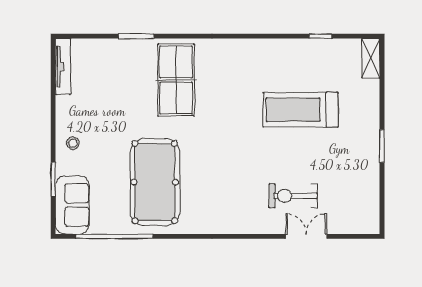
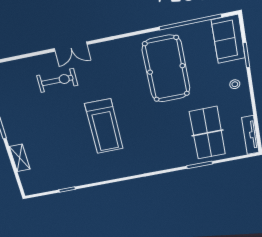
shelving: (371, 58) -> (20, 158), moved
table tennis table: (176, 80) -> (207, 133), moved
treadmill: (301, 110) -> (104, 126), moved, turned 90
double door: (306, 236) -> (71, 47), moved

